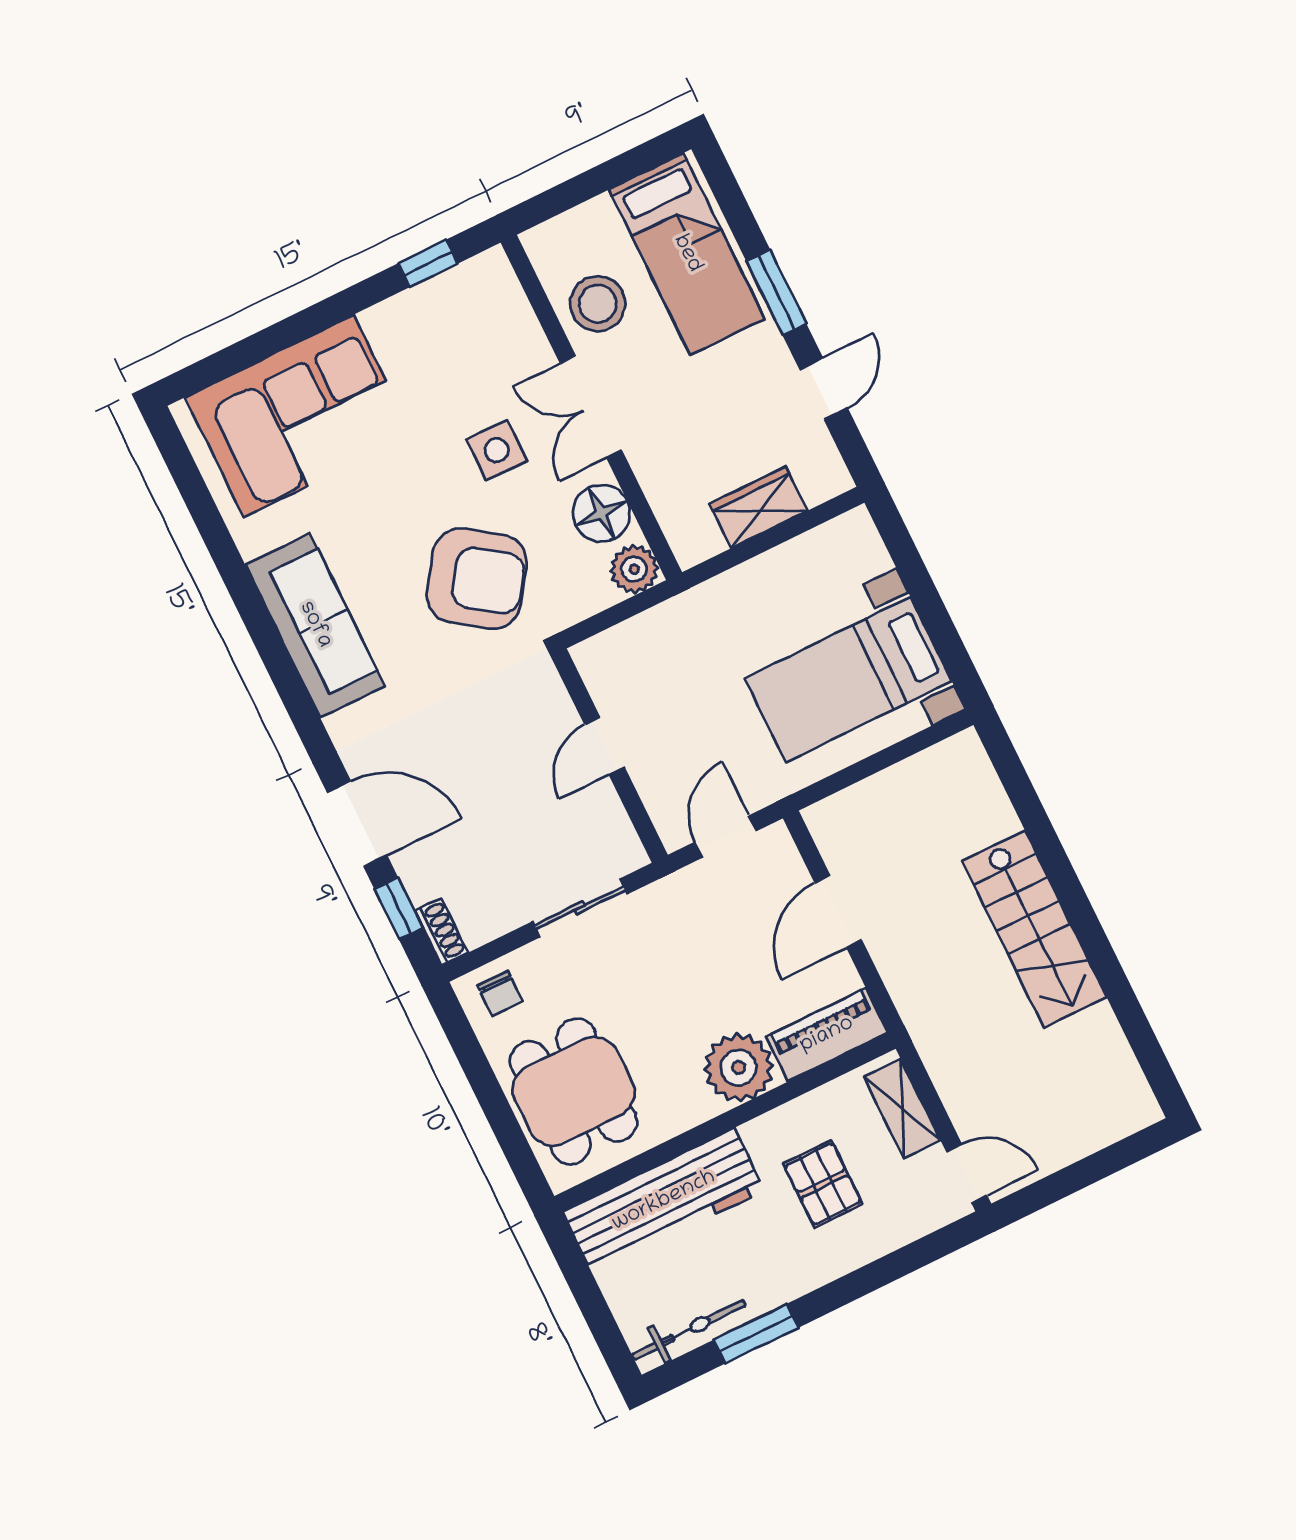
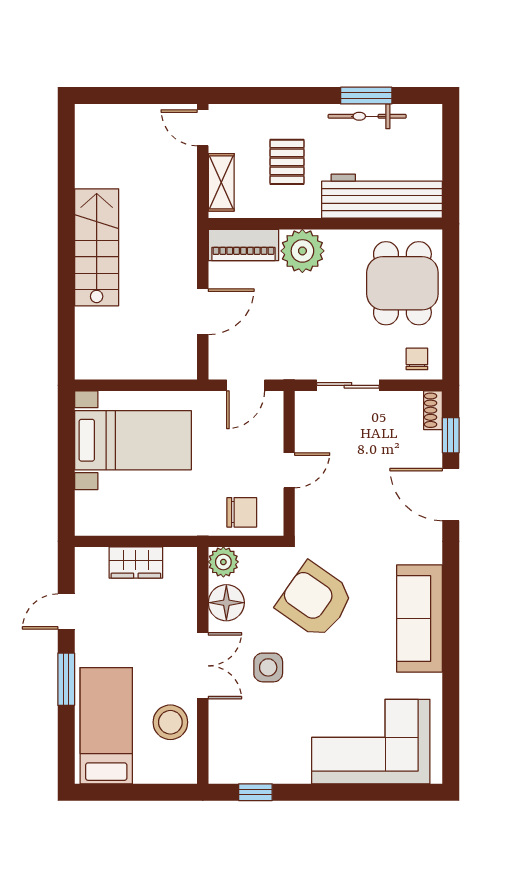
chair: (643, 653) -> (242, 512), added
bicycle: (689, 1330) -> (367, 116), moved

